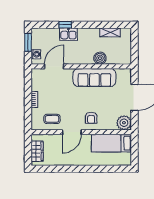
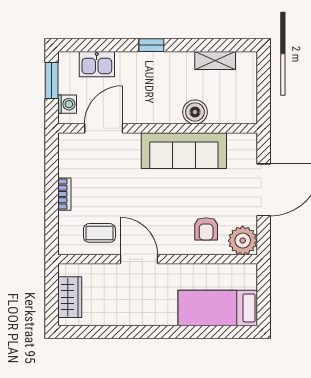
window: (65, 25) -> (151, 45), moved
kitchen sink: (68, 34) -> (97, 64), moved
armchair: (91, 118) -> (206, 229), moved
door: (72, 132) -> (139, 259), swing flipped
bed: (111, 143) -> (218, 308), moved

